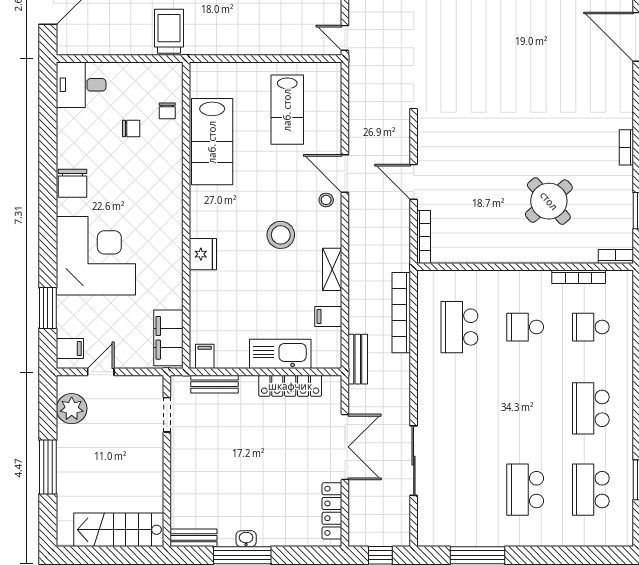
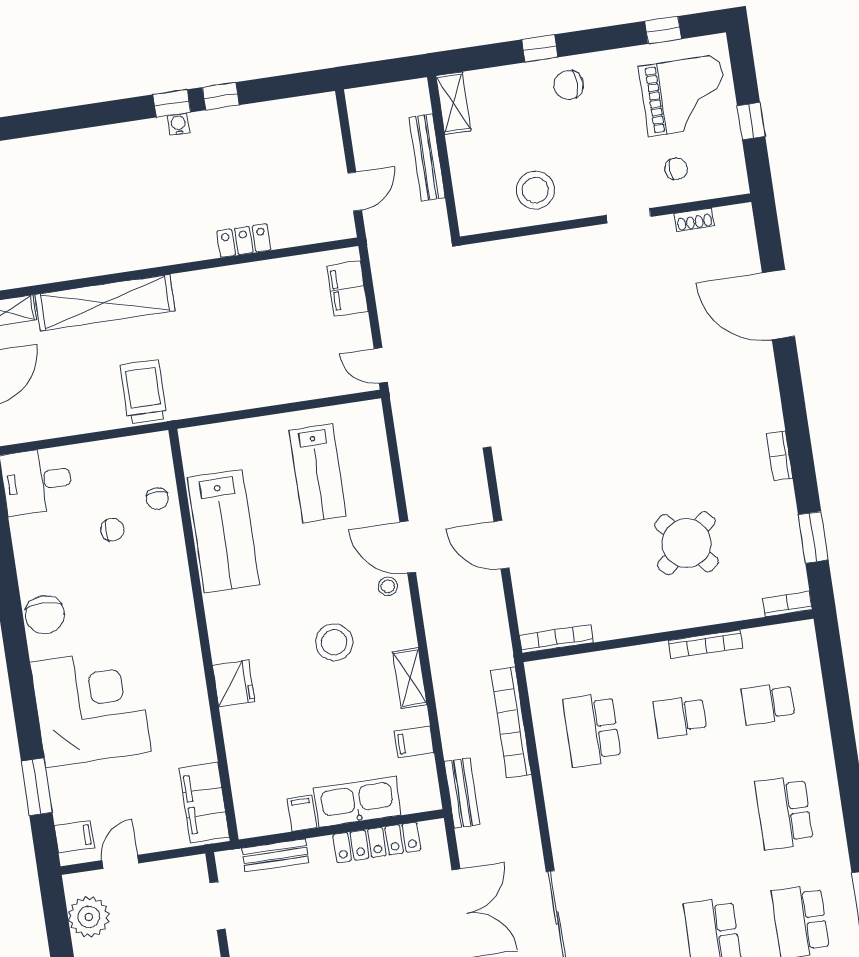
bookcase: (424, 237) -> (556, 639), moved, turned -90
bookcase: (579, 277) -> (706, 644), moved
filing cabinet: (205, 356) -> (302, 813), moved

